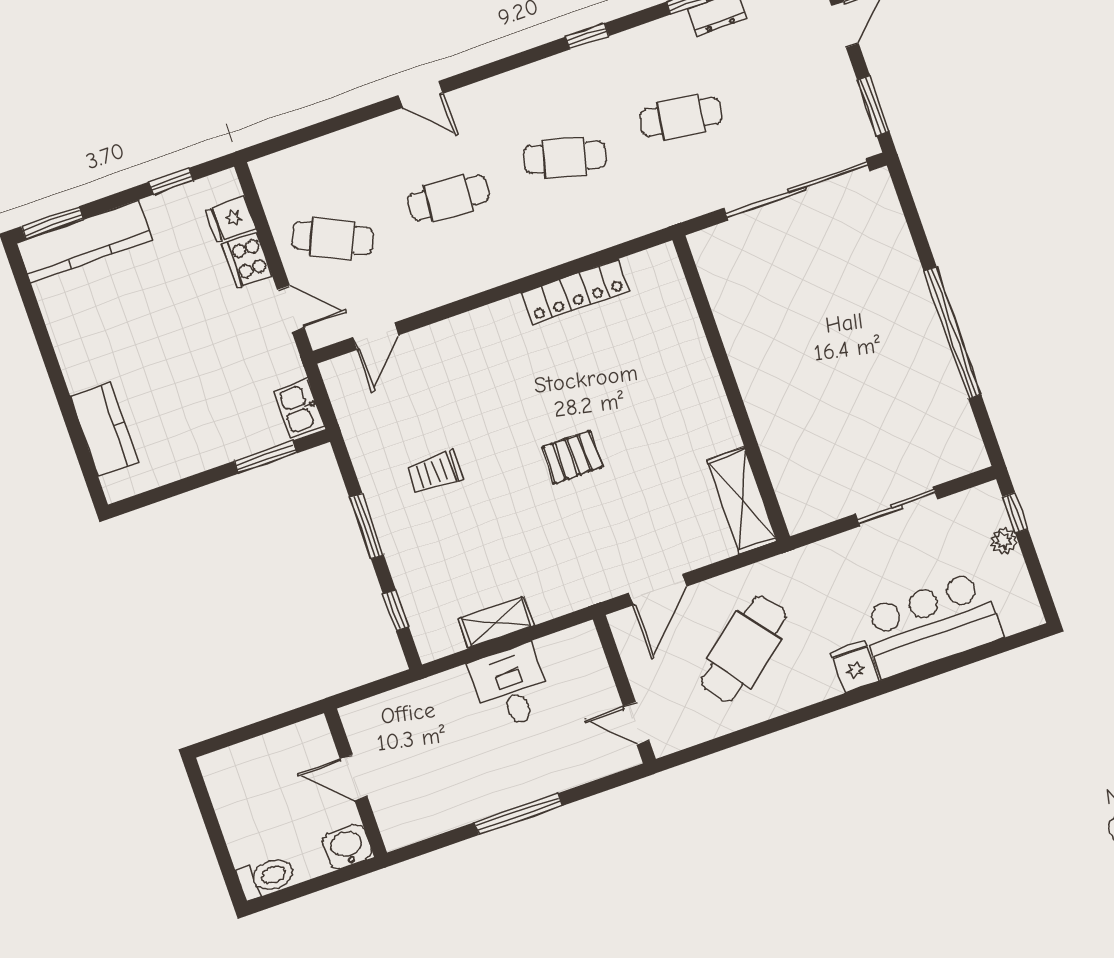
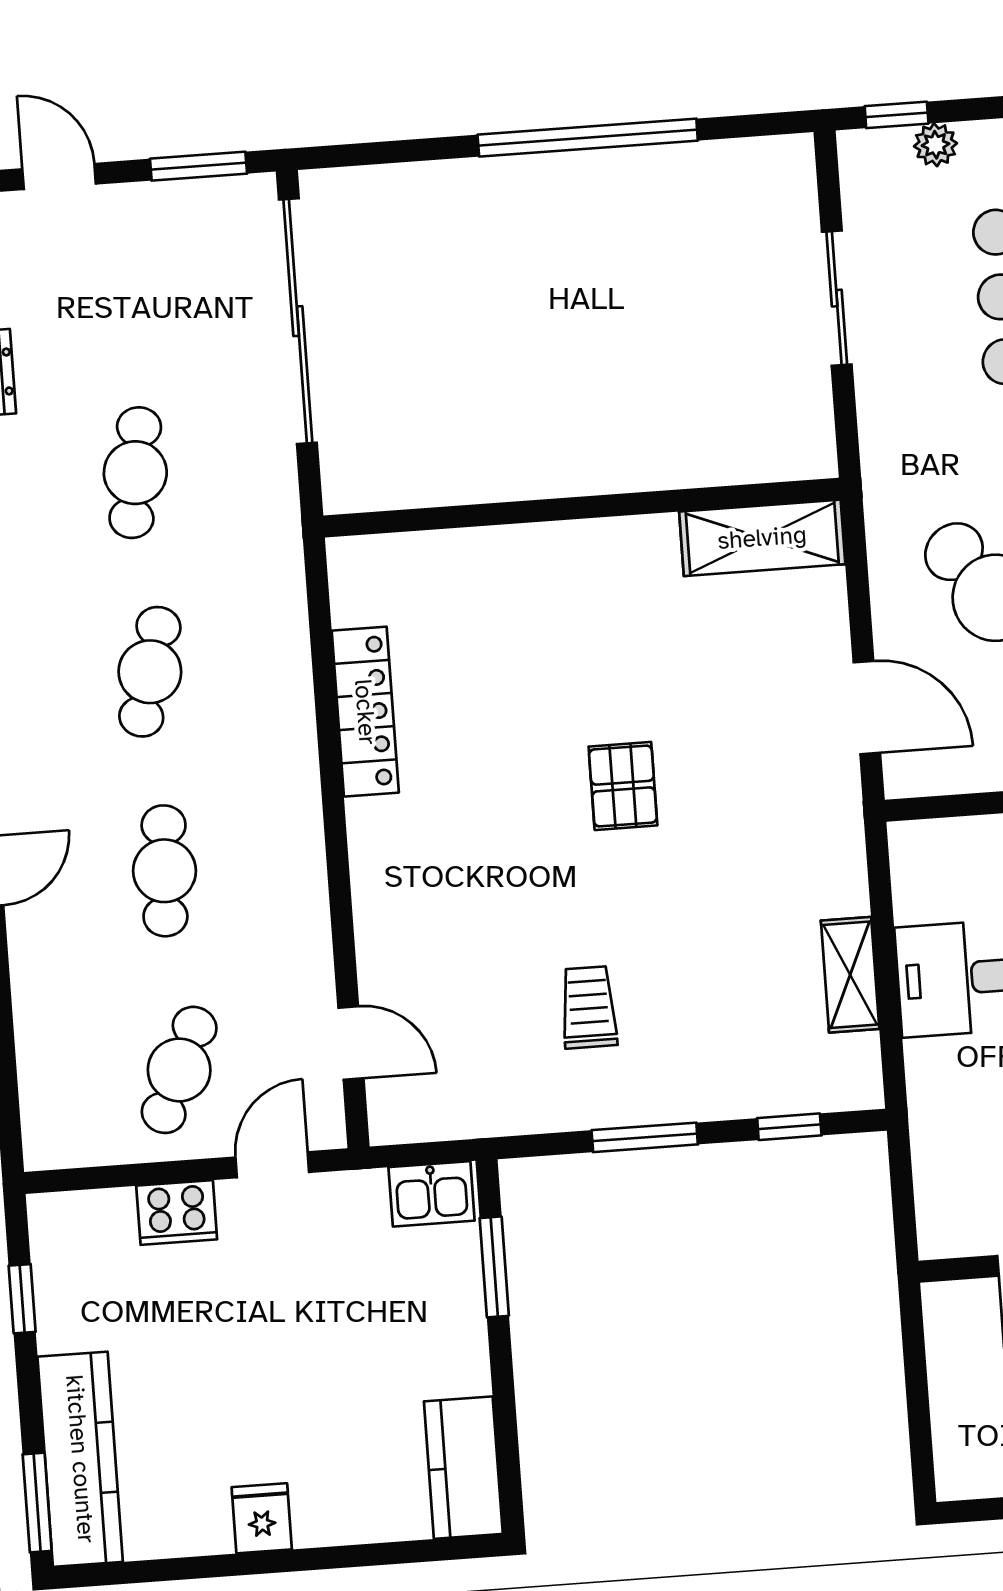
fridge: (231, 219) -> (262, 1518), moved, turned 180
kitchen counter: (104, 429) -> (463, 1468), moved, turned -90
trolley: (435, 472) -> (589, 1007), turned 180

